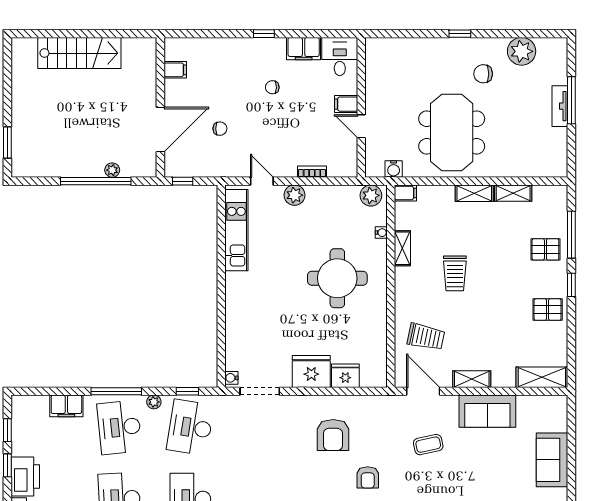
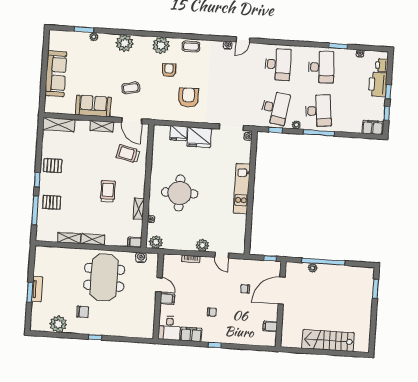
window: (571, 100) -> (30, 292), width x0.69
kitchen unit: (236, 230) -> (242, 189), moved
filing cabinet: (66, 406) -> (373, 127), moved
sofa: (552, 460) -> (56, 74), width x1.36

